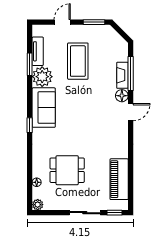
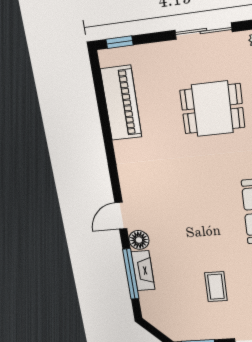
coffee table: (78, 61) -> (216, 287), width x0.54, depth x0.58
sliding door: (85, 213) -> (203, 31), moved

